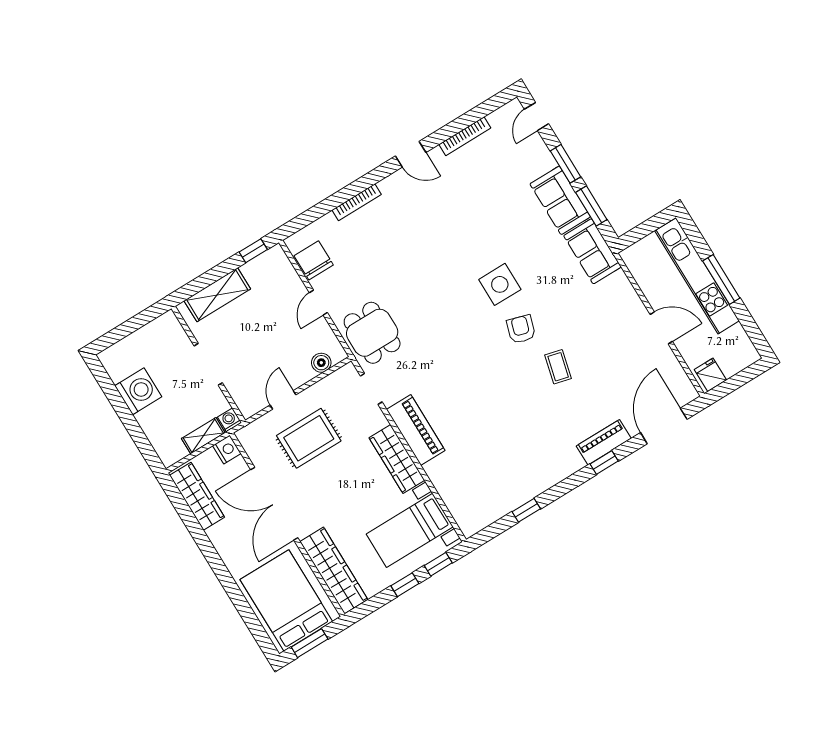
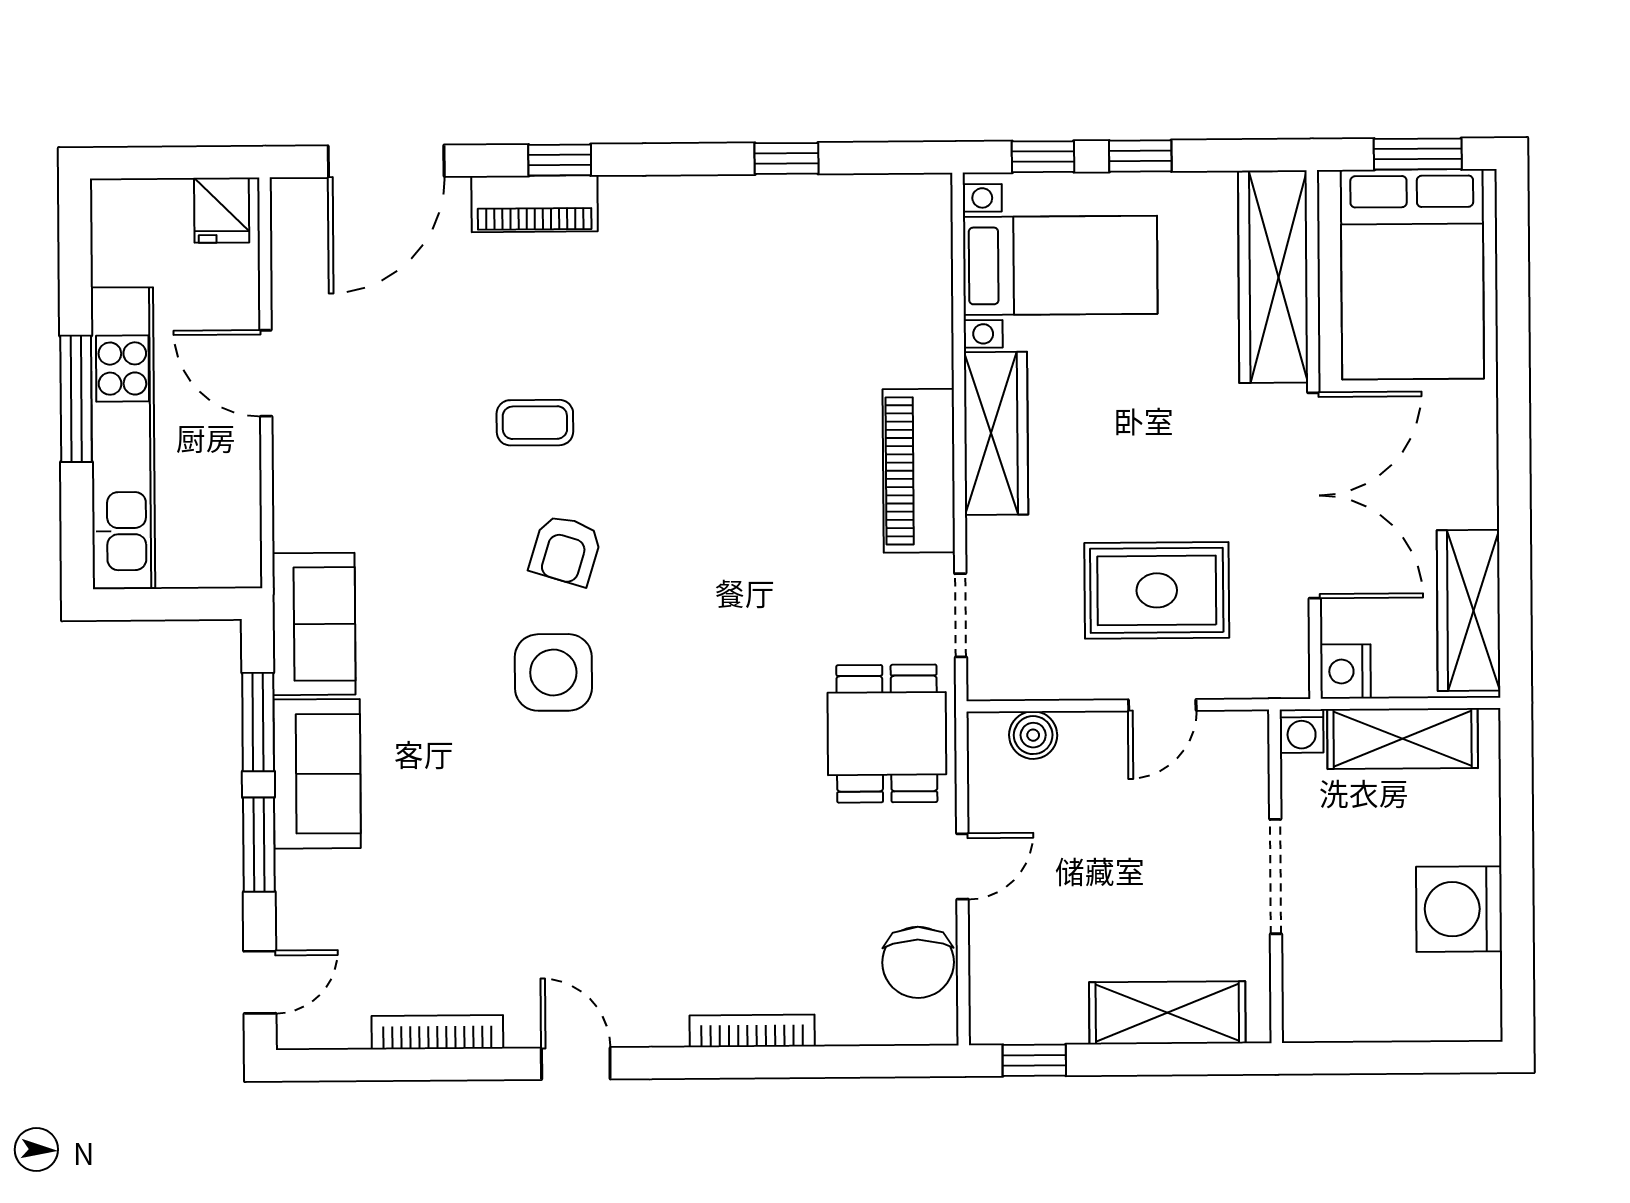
coffee table: (558, 367) -> (535, 423), turned 76
shelving: (203, 436) -> (1403, 739), width x1.50, depth x1.33

